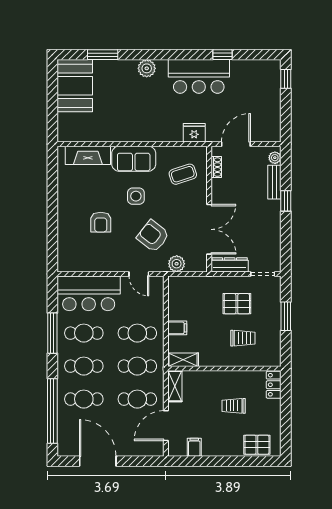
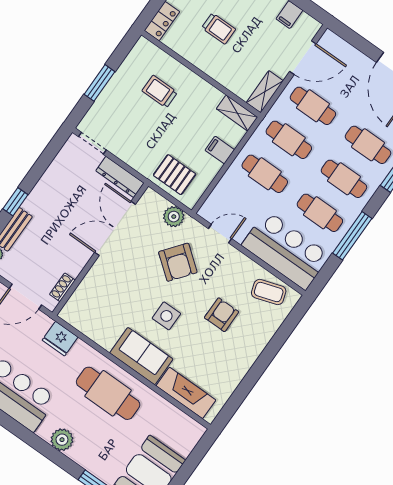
cafe table: (138, 119) -> (108, 393), added
coffee table: (183, 174) -> (269, 292), moved
door: (139, 274) -> (220, 234), hinge flipped
pallet: (237, 304) -> (175, 175), moved

